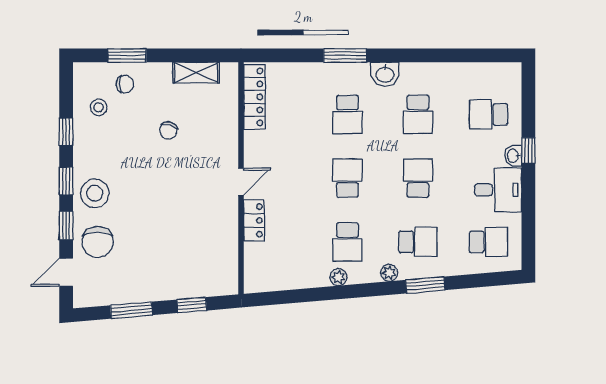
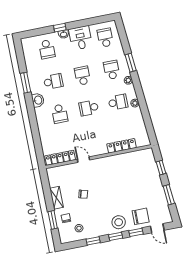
window: (345, 55) -> (26, 83), moved
shelving: (196, 73) -> (56, 198), moved
school desk: (347, 114) -> (60, 114), turned 90
school desk: (418, 178) -> (82, 76), turned 90
door: (241, 182) -> (84, 160), moved
locker: (254, 220) -> (122, 146), width x1.53

